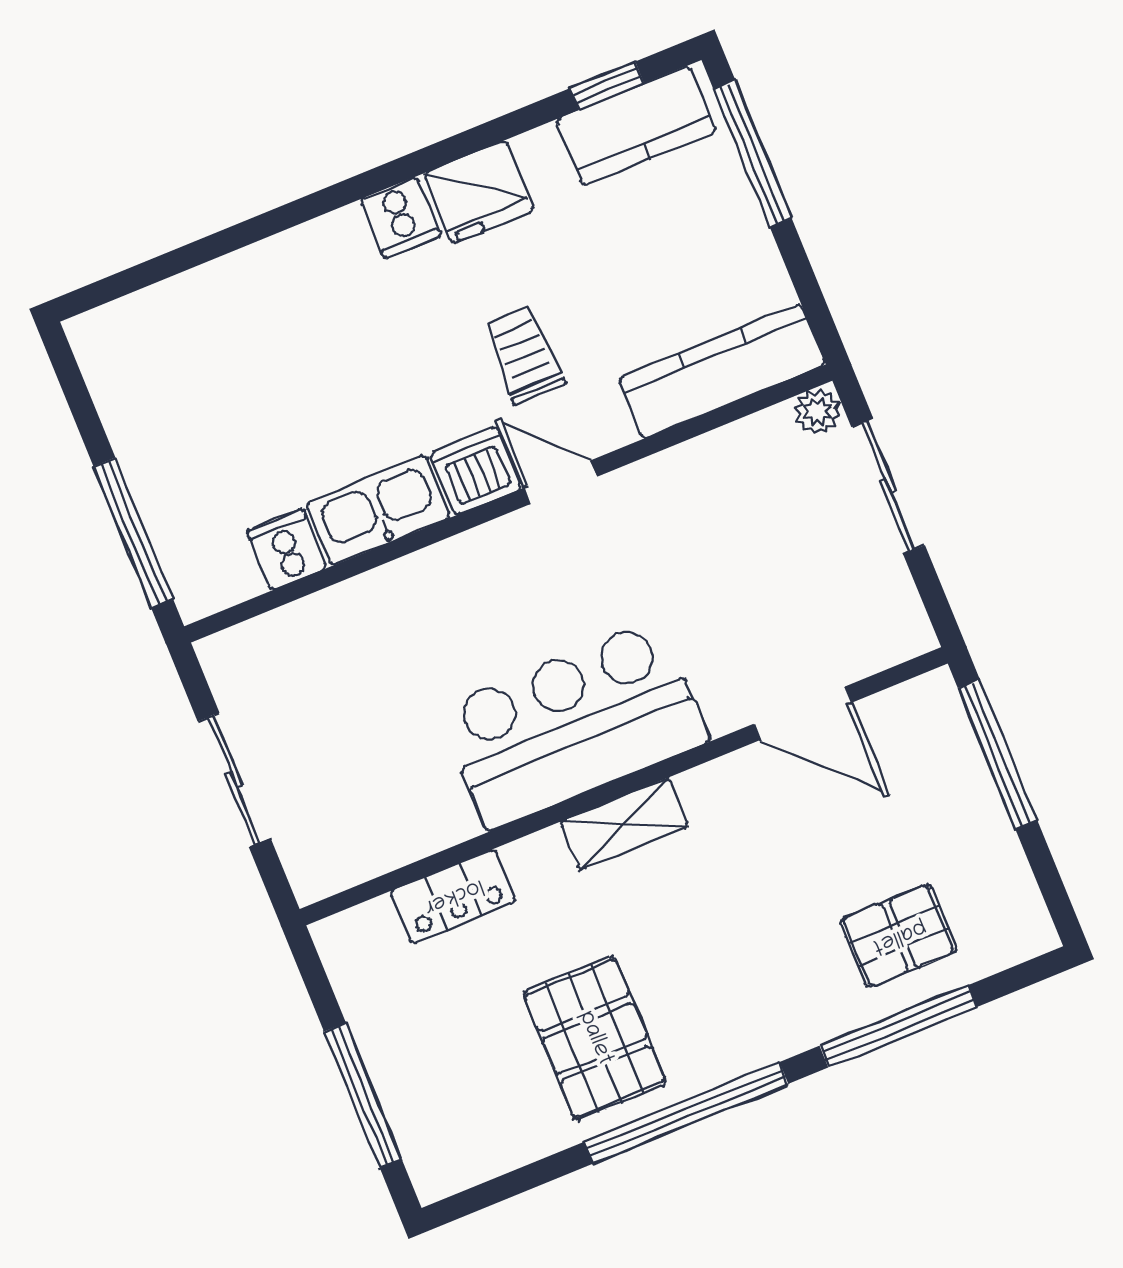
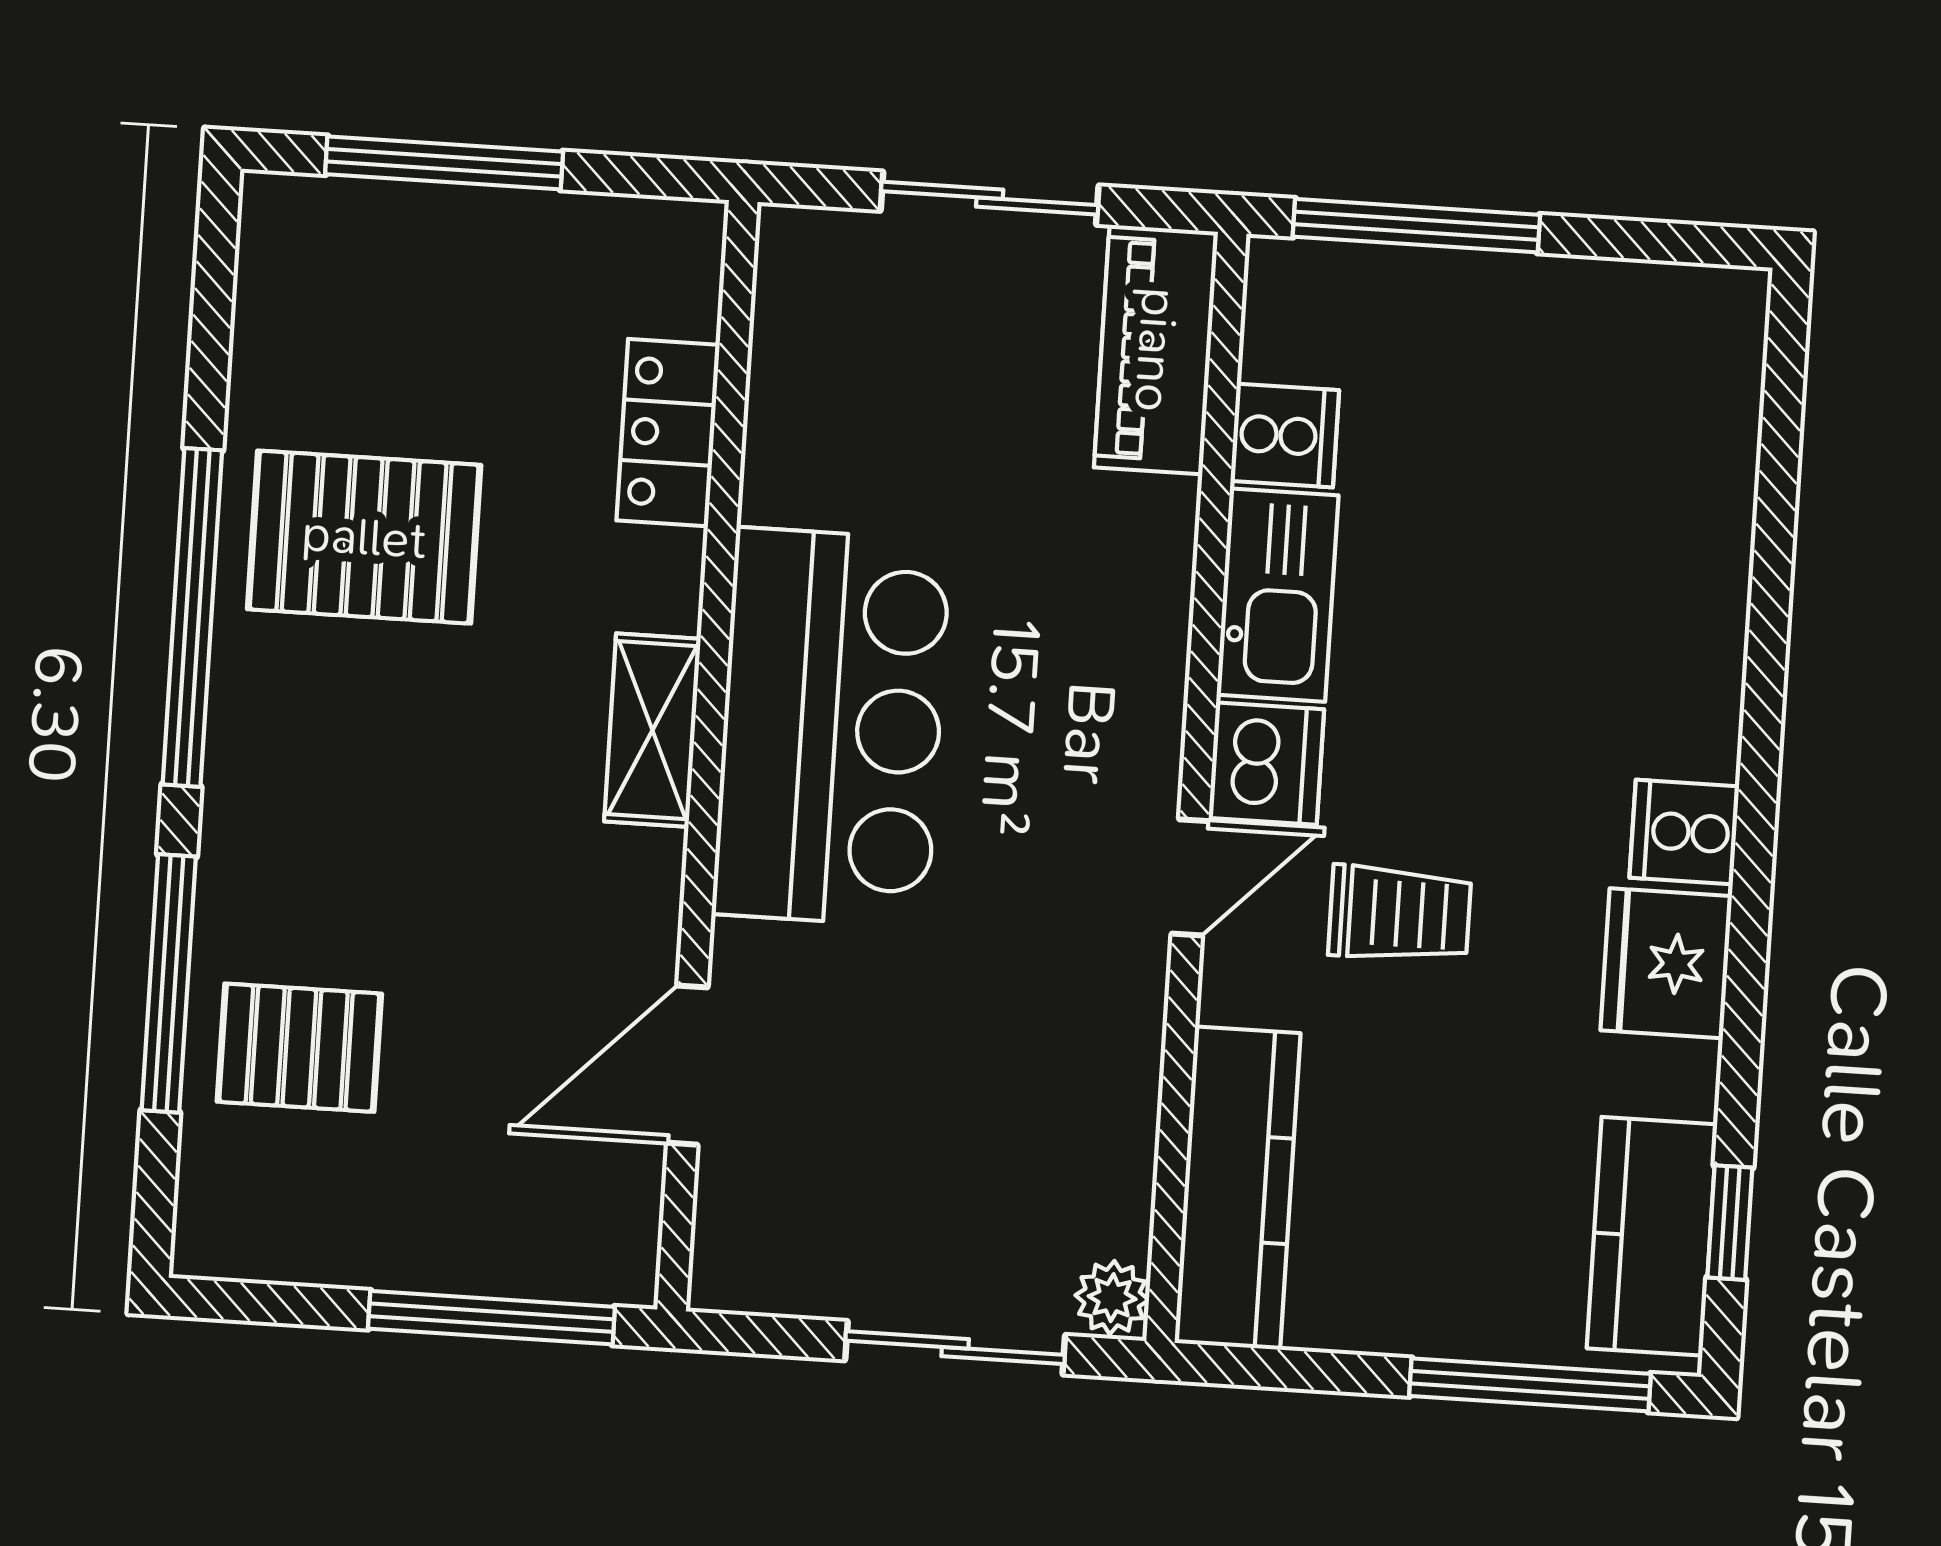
piano: (274, 645) -> (1156, 350), added
pallet: (899, 936) -> (299, 1048), turned 90

